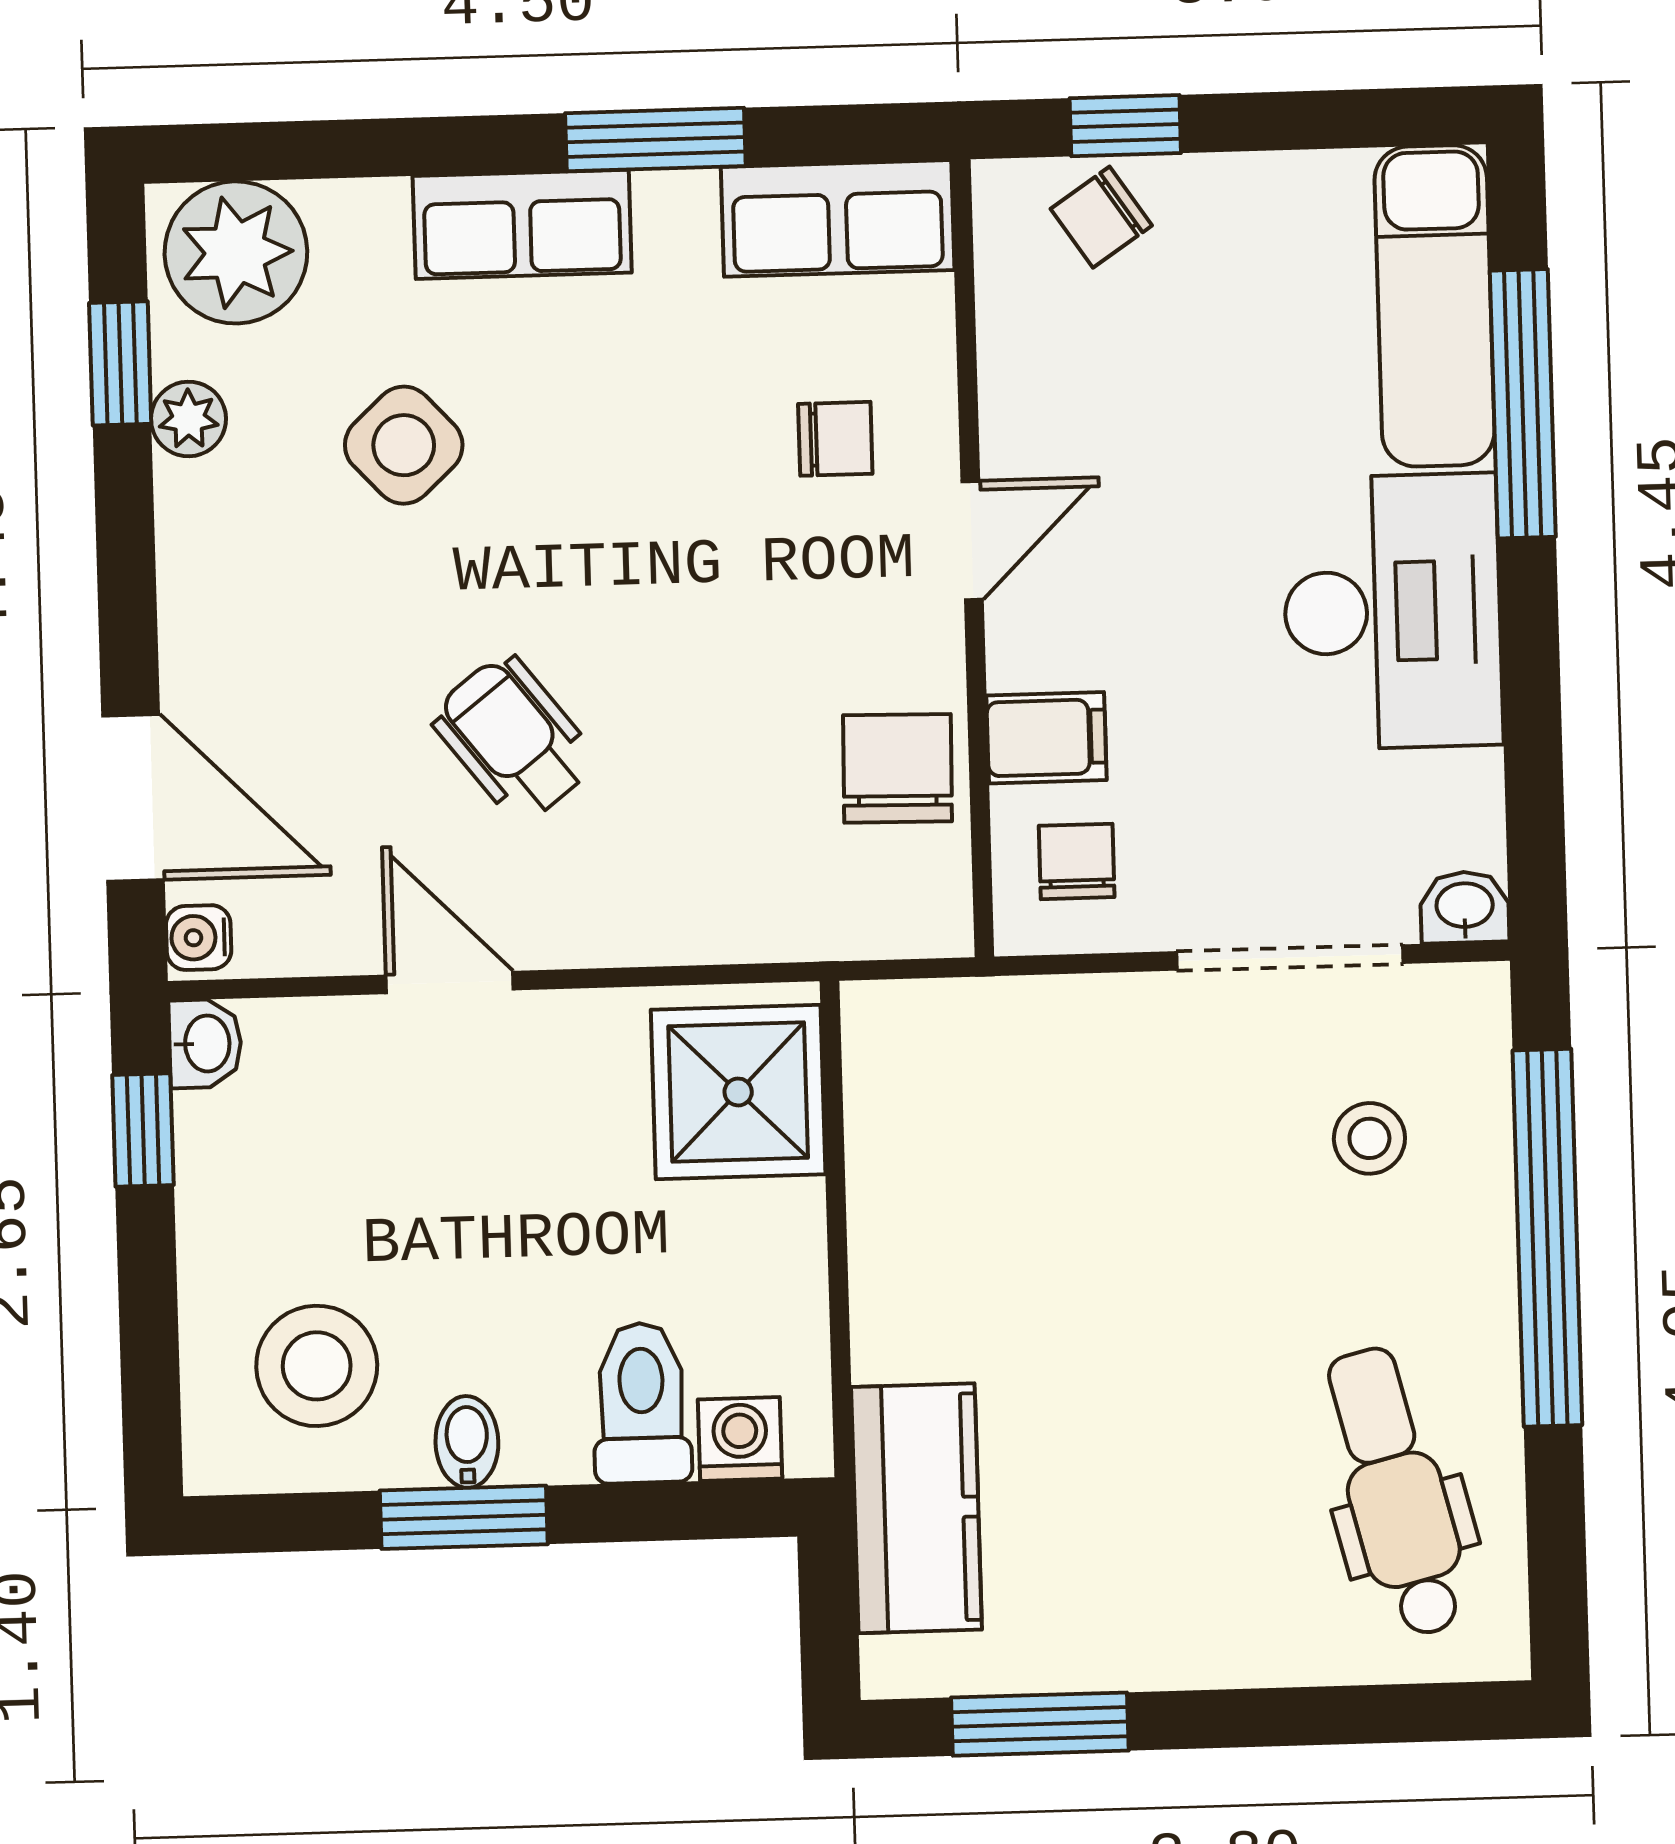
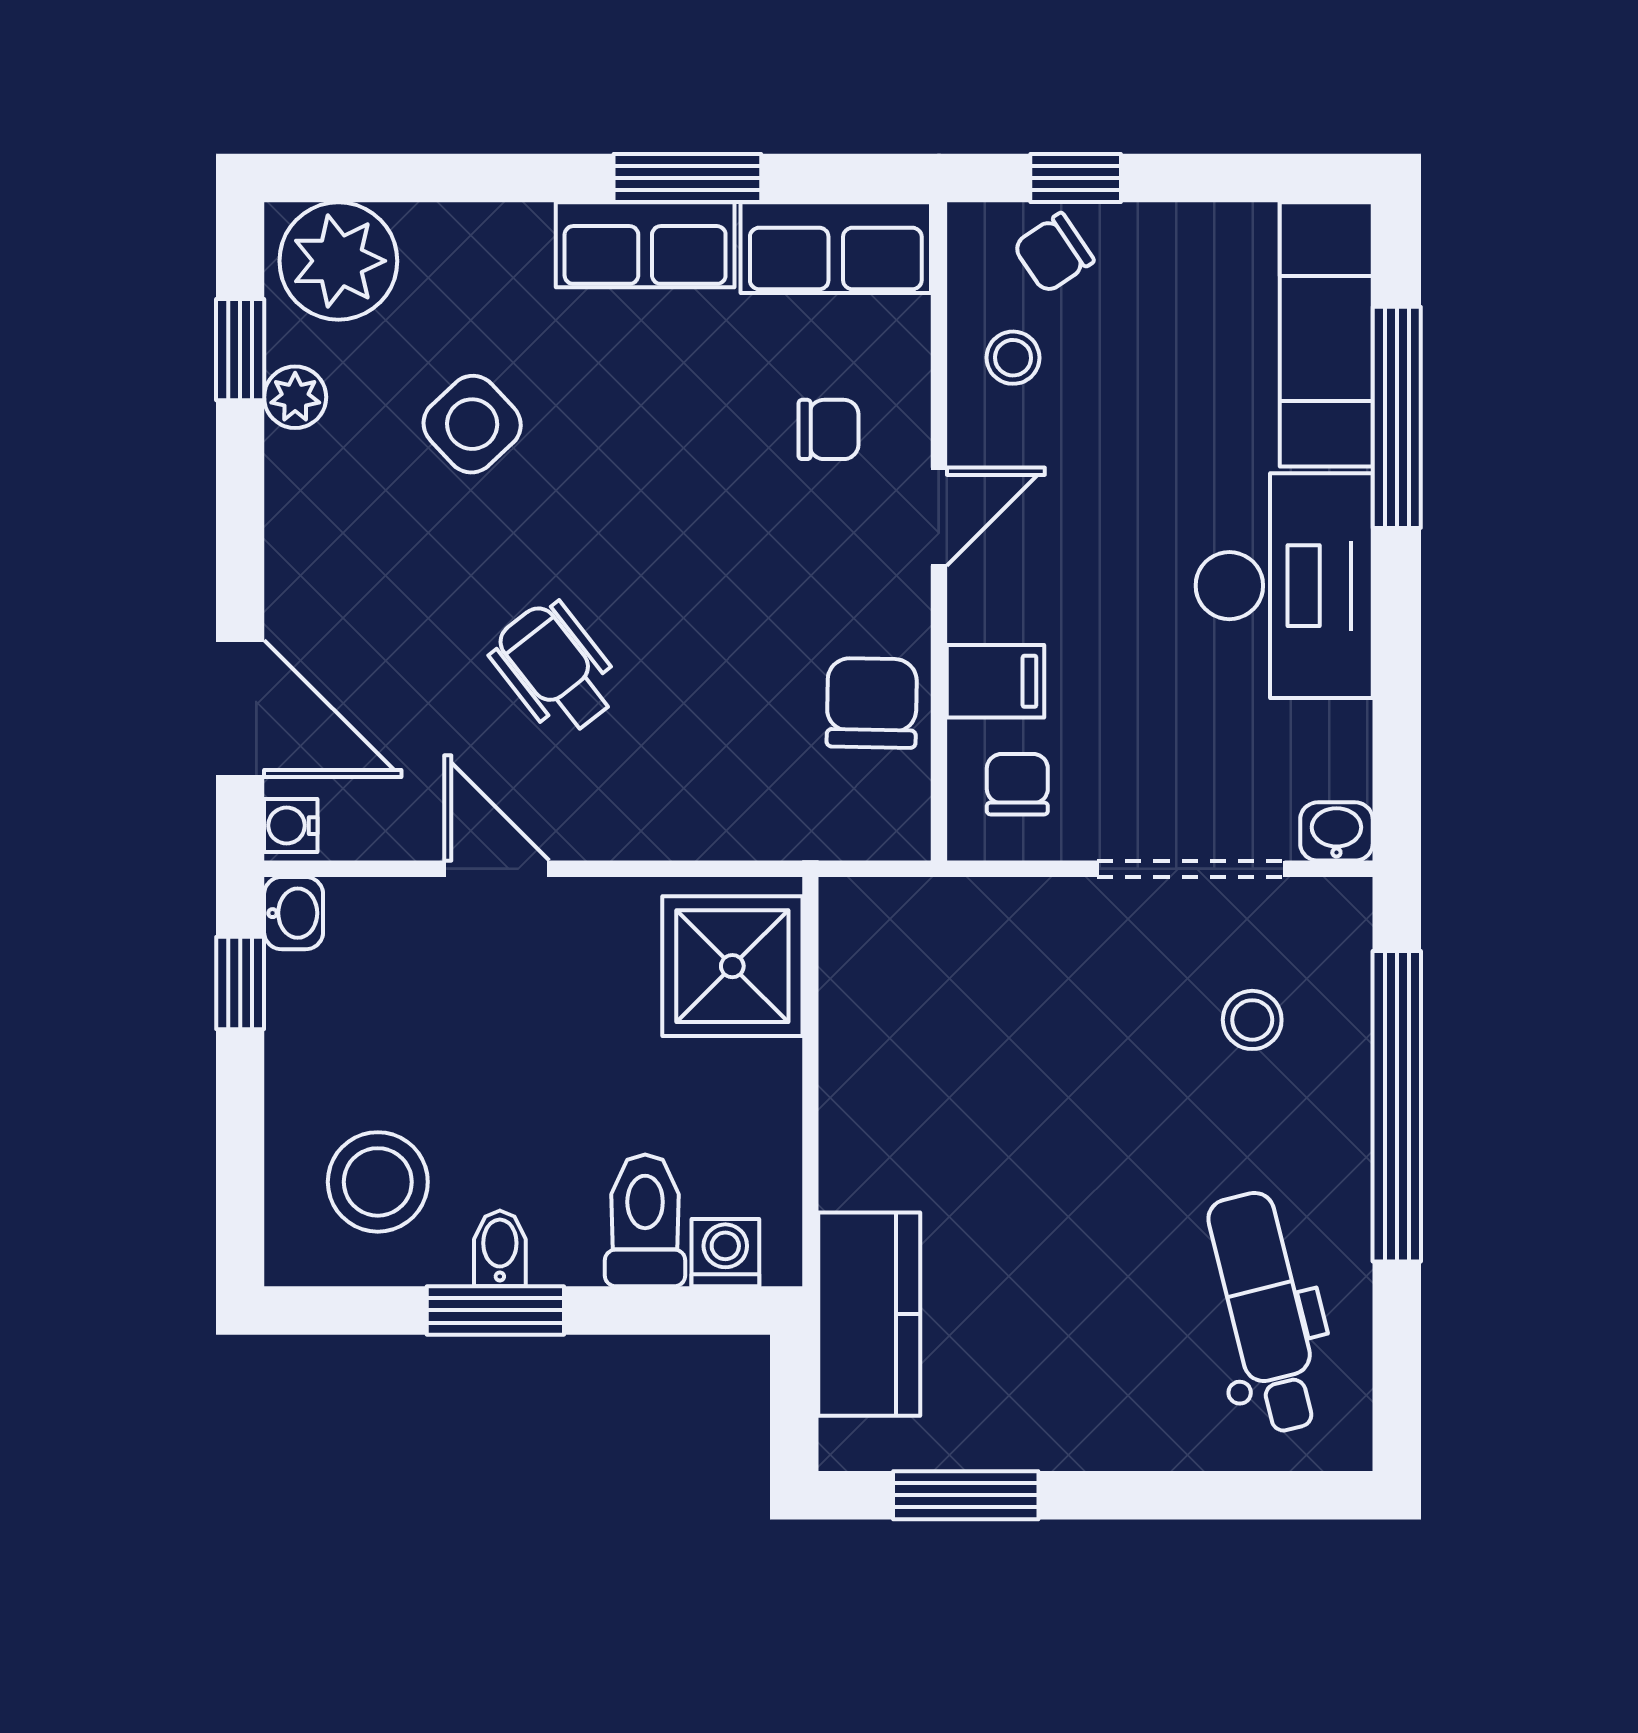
row of seats: (522, 224) -> (645, 245), moved
stool: (1056, 345) -> (1013, 358), added

